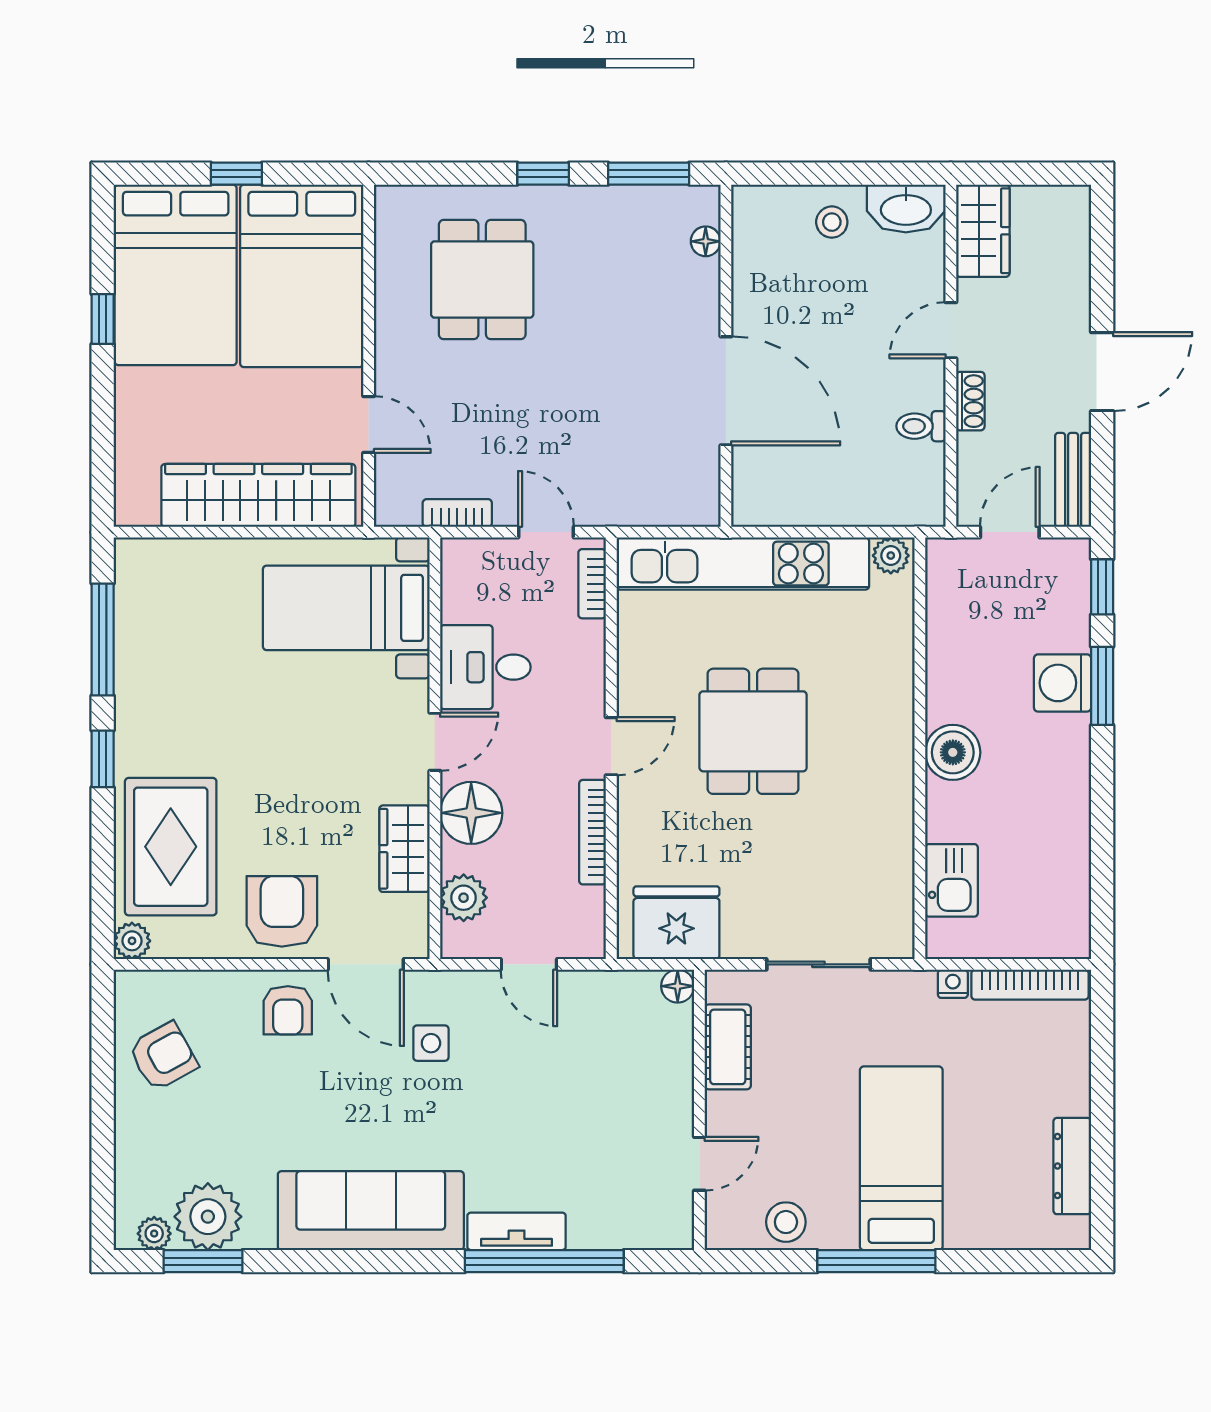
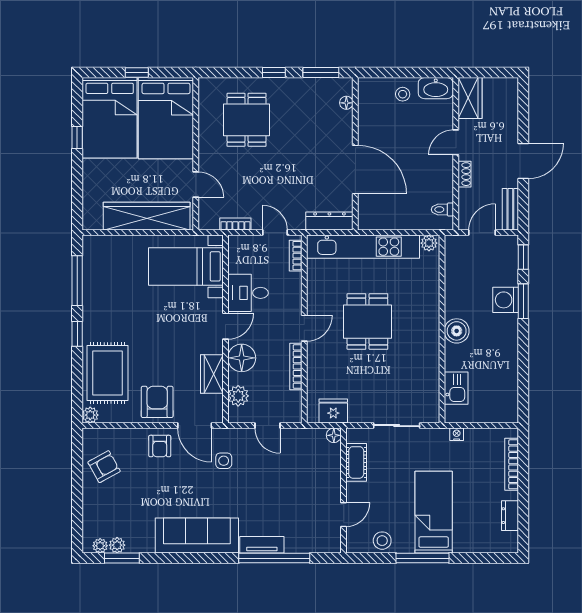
toilet: (921, 426) -> (442, 210), moved
dresser: (668, 506) -> (329, 221), added
fridge: (676, 923) -> (333, 411), width x0.73, depth x0.75
bookcase: (1030, 985) -> (512, 464), moved, turned 90
dresser: (1072, 1166) -> (510, 516), width x0.70
plant: (208, 1217) -> (117, 545), width x0.53, depth x0.53

